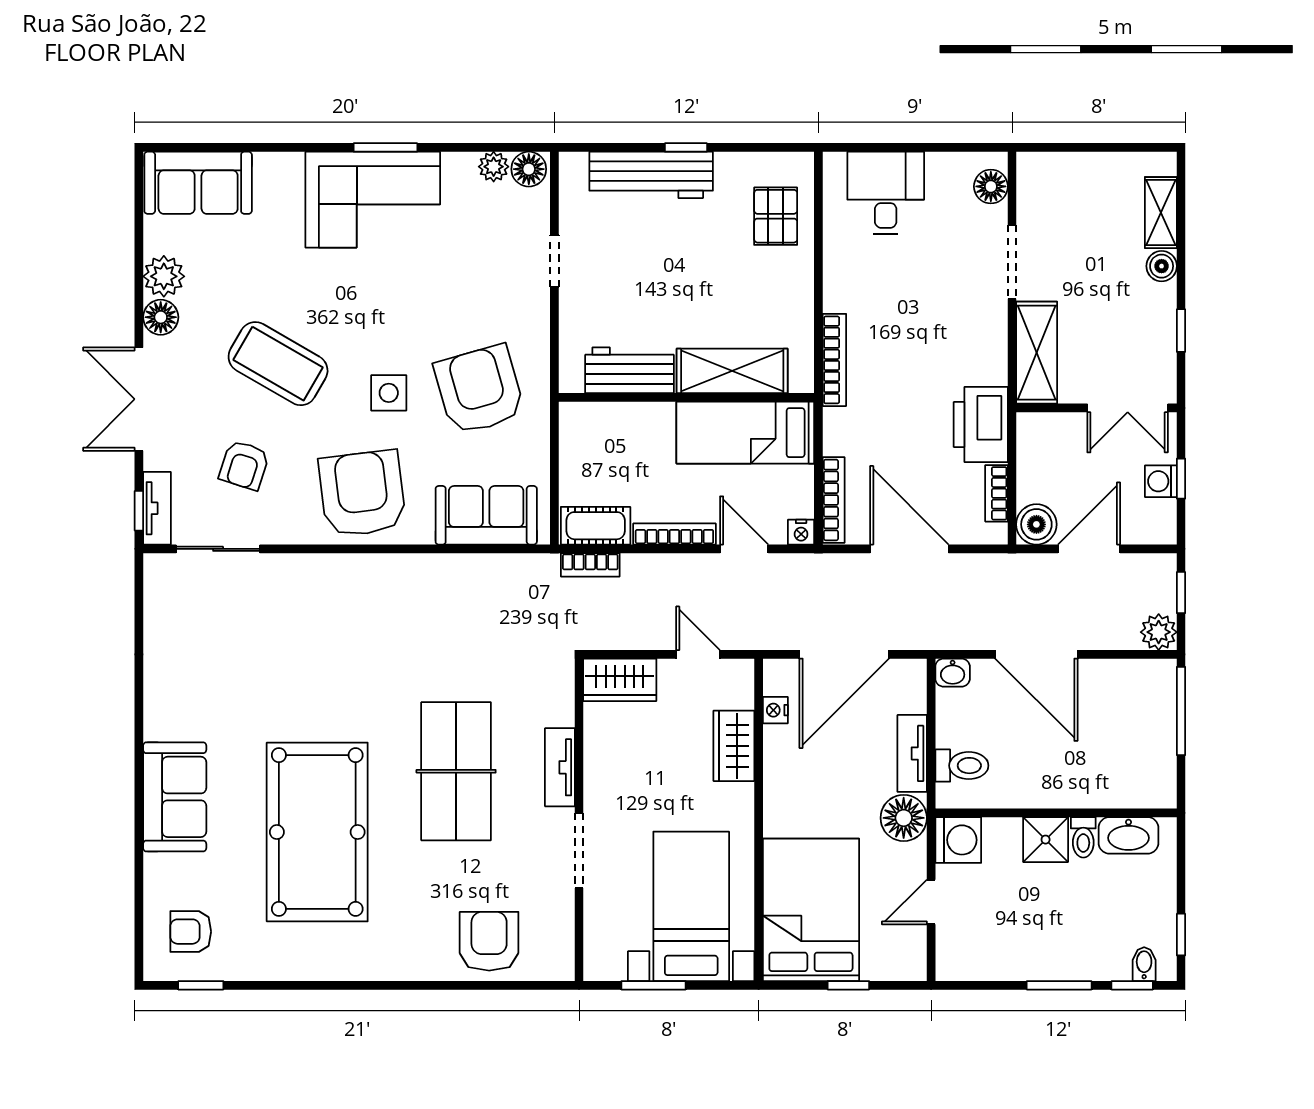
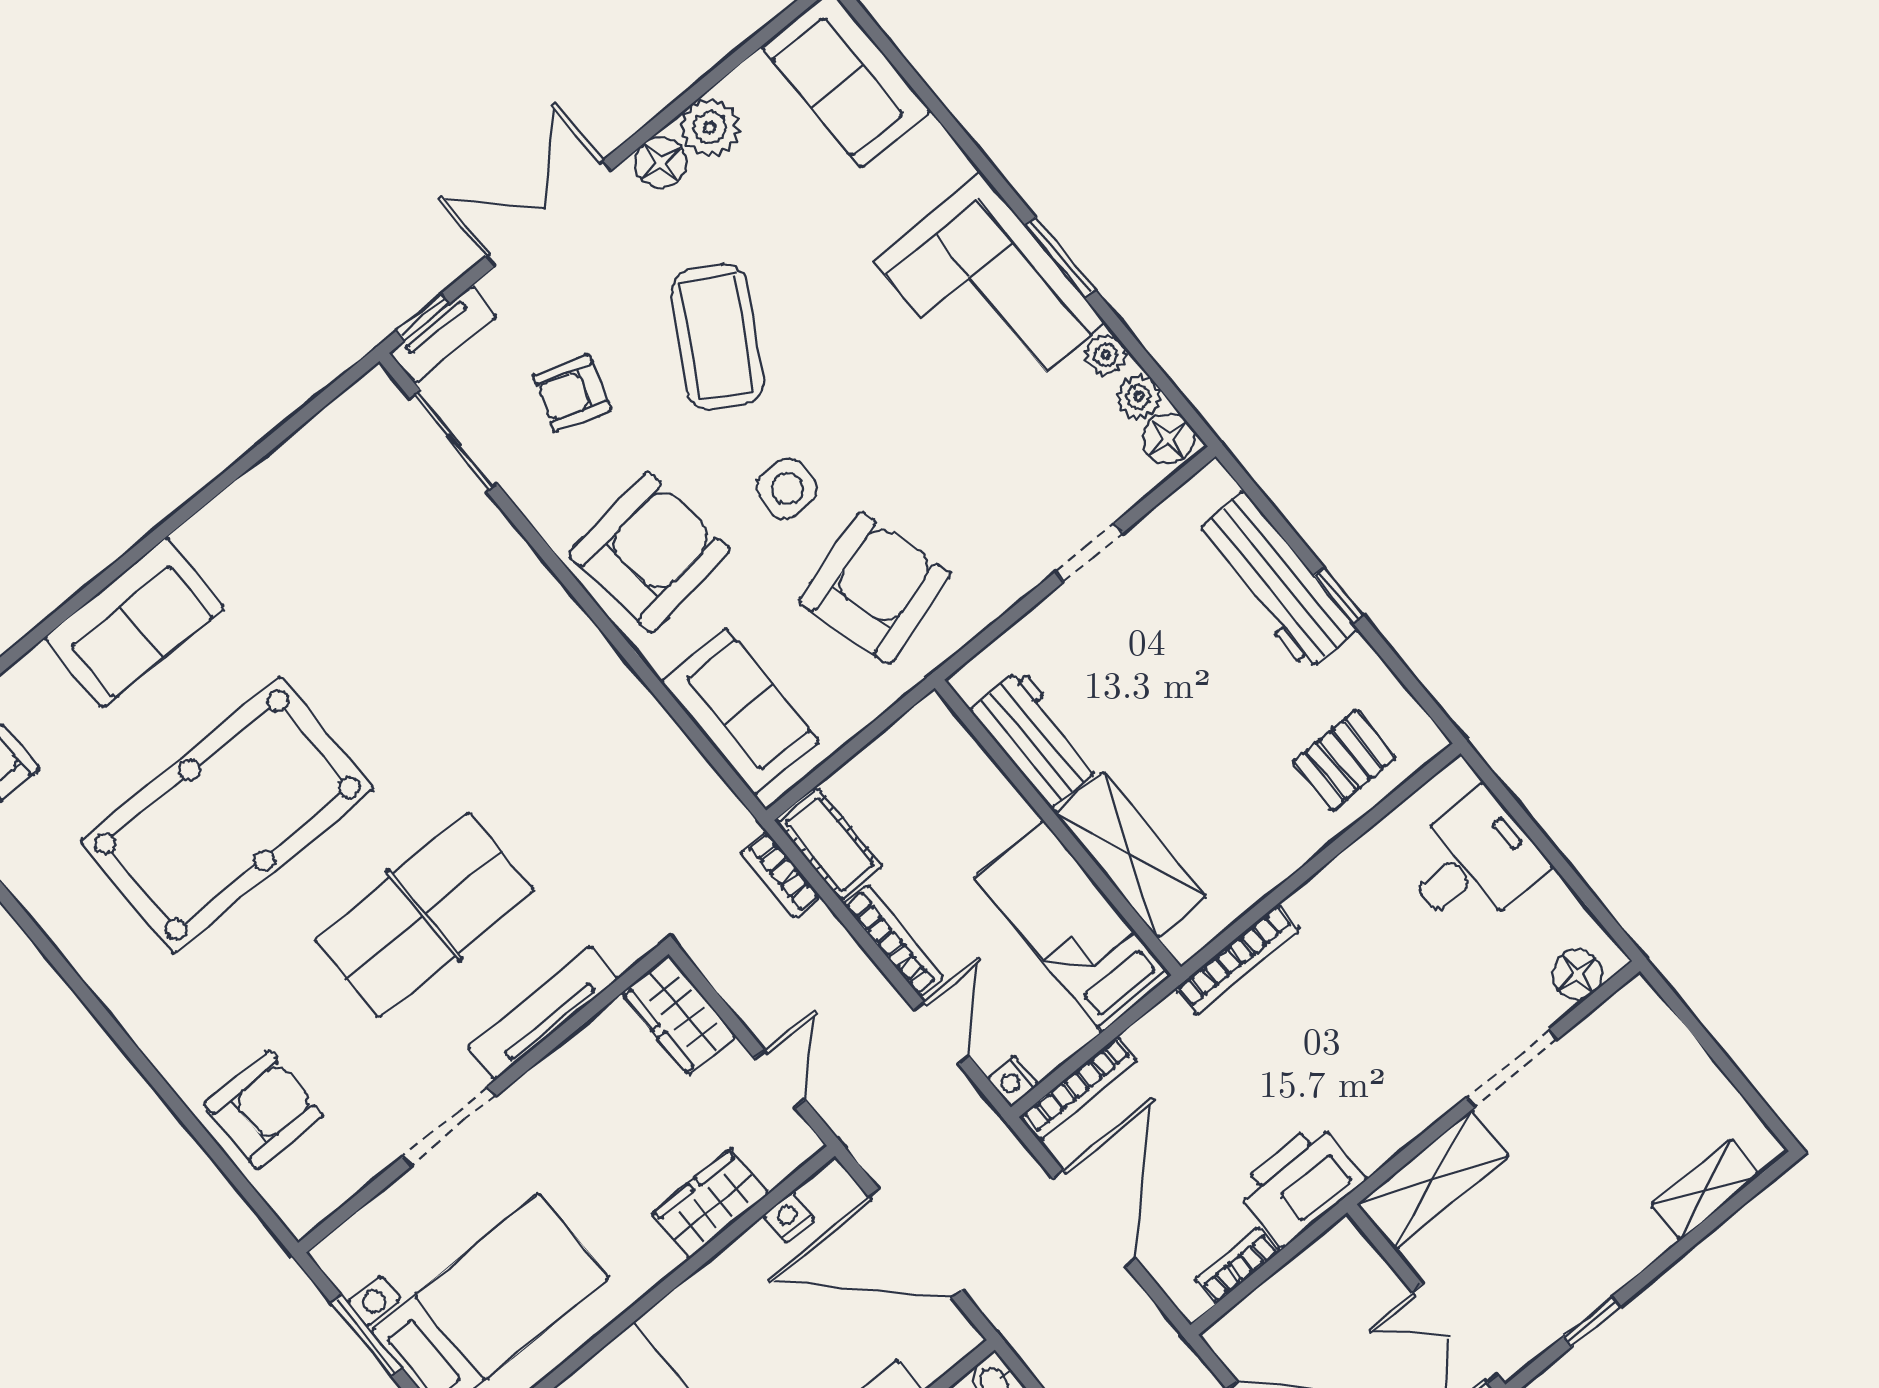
plant: (457, 166) -> (1106, 355), added
boiler: (1162, 266) -> (1646, 1240), removed
boiler: (1036, 524) -> (1240, 1339), removed
tv unit: (560, 767) -> (543, 1013), width x1.41

